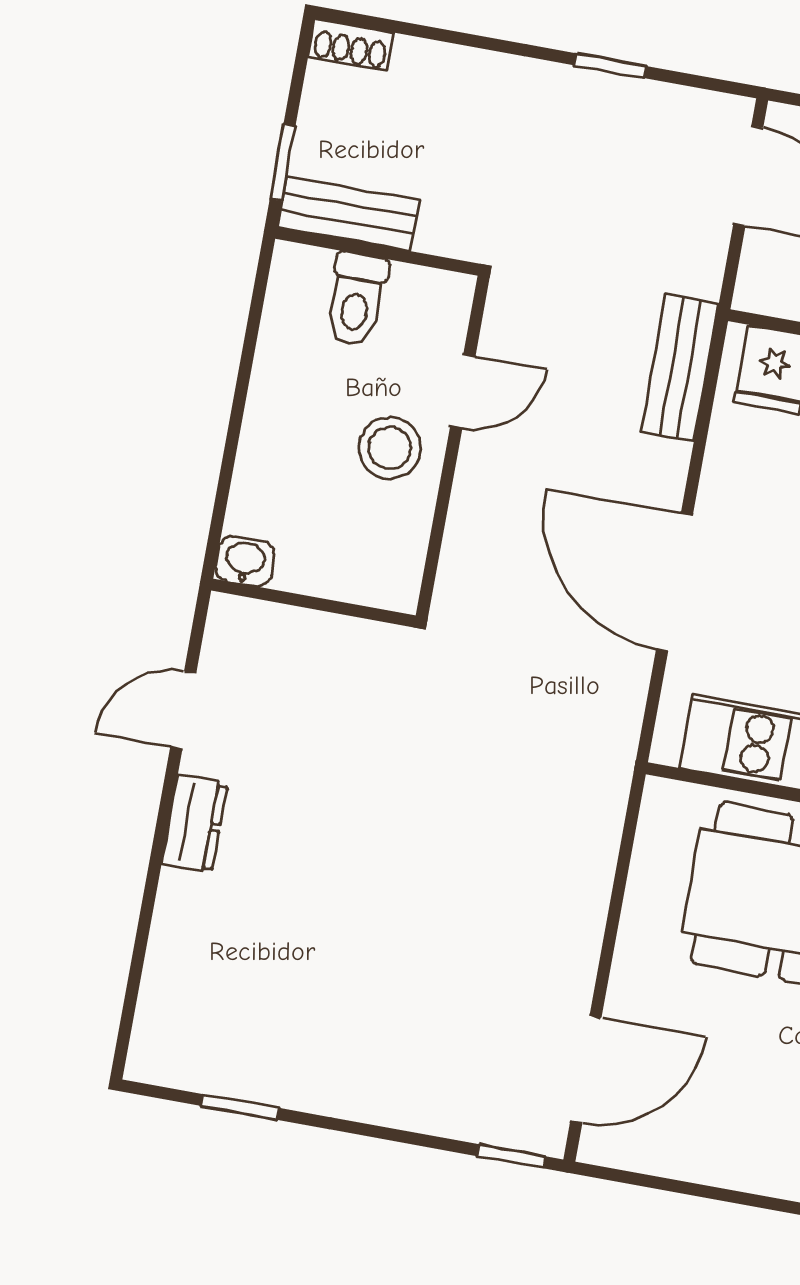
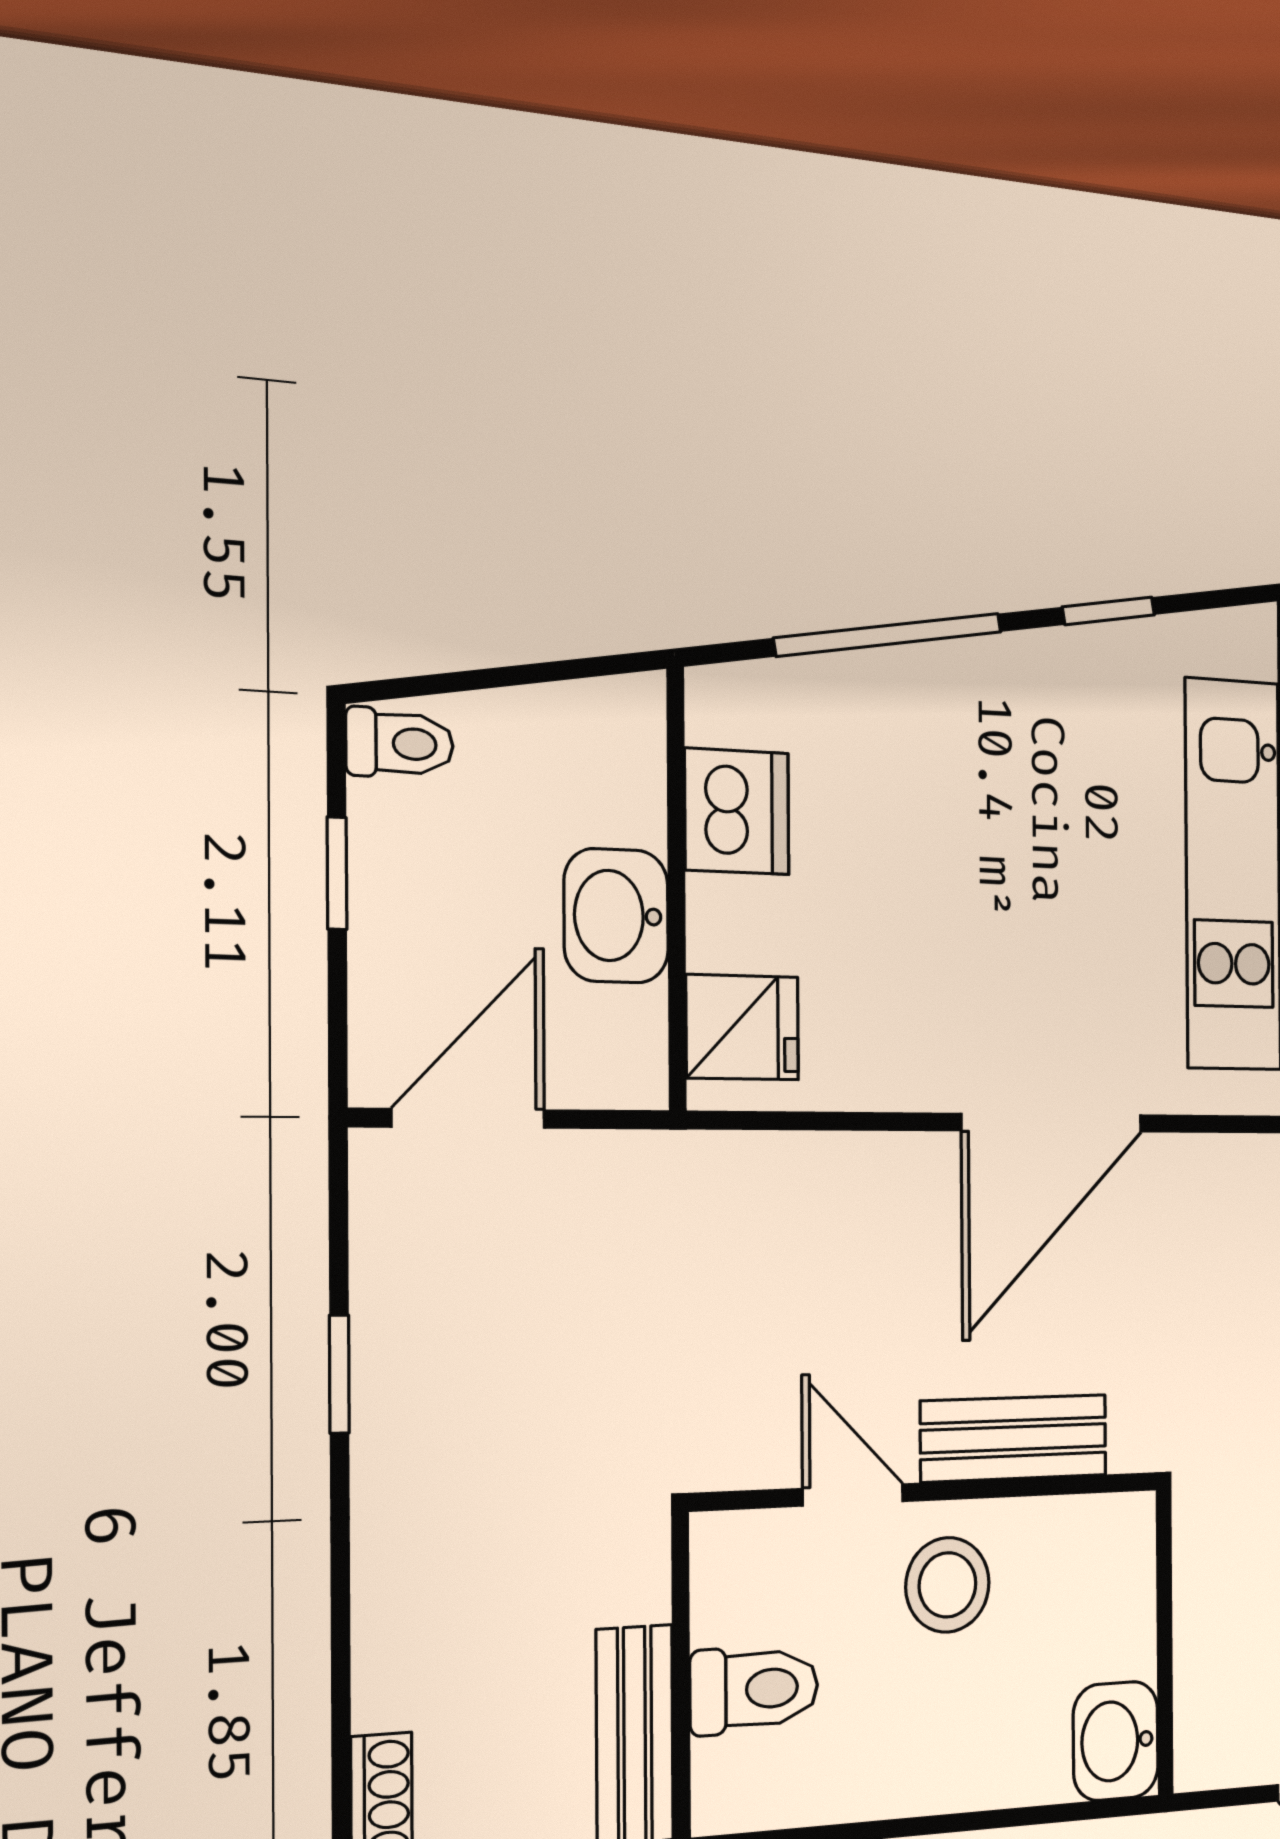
bench: (680, 367) -> (1014, 1438), moved
washbasin: (245, 561) -> (1116, 1741), width x1.38, depth x1.45

